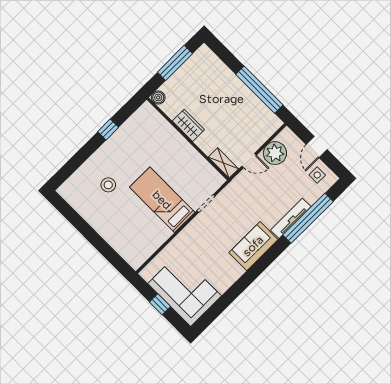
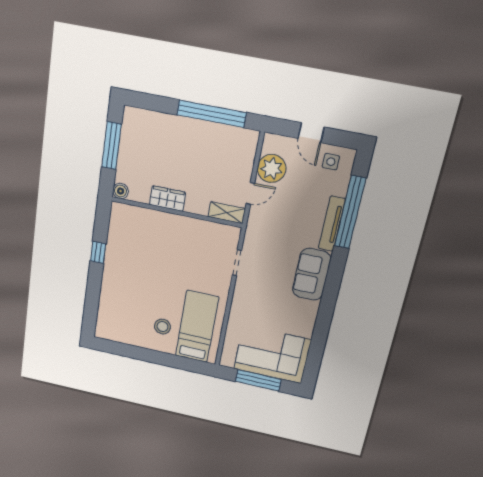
stool: (108, 185) -> (163, 327), moved
bed: (162, 200) -> (197, 327), moved, turned 90
window: (160, 304) -> (258, 380), width x2.17

